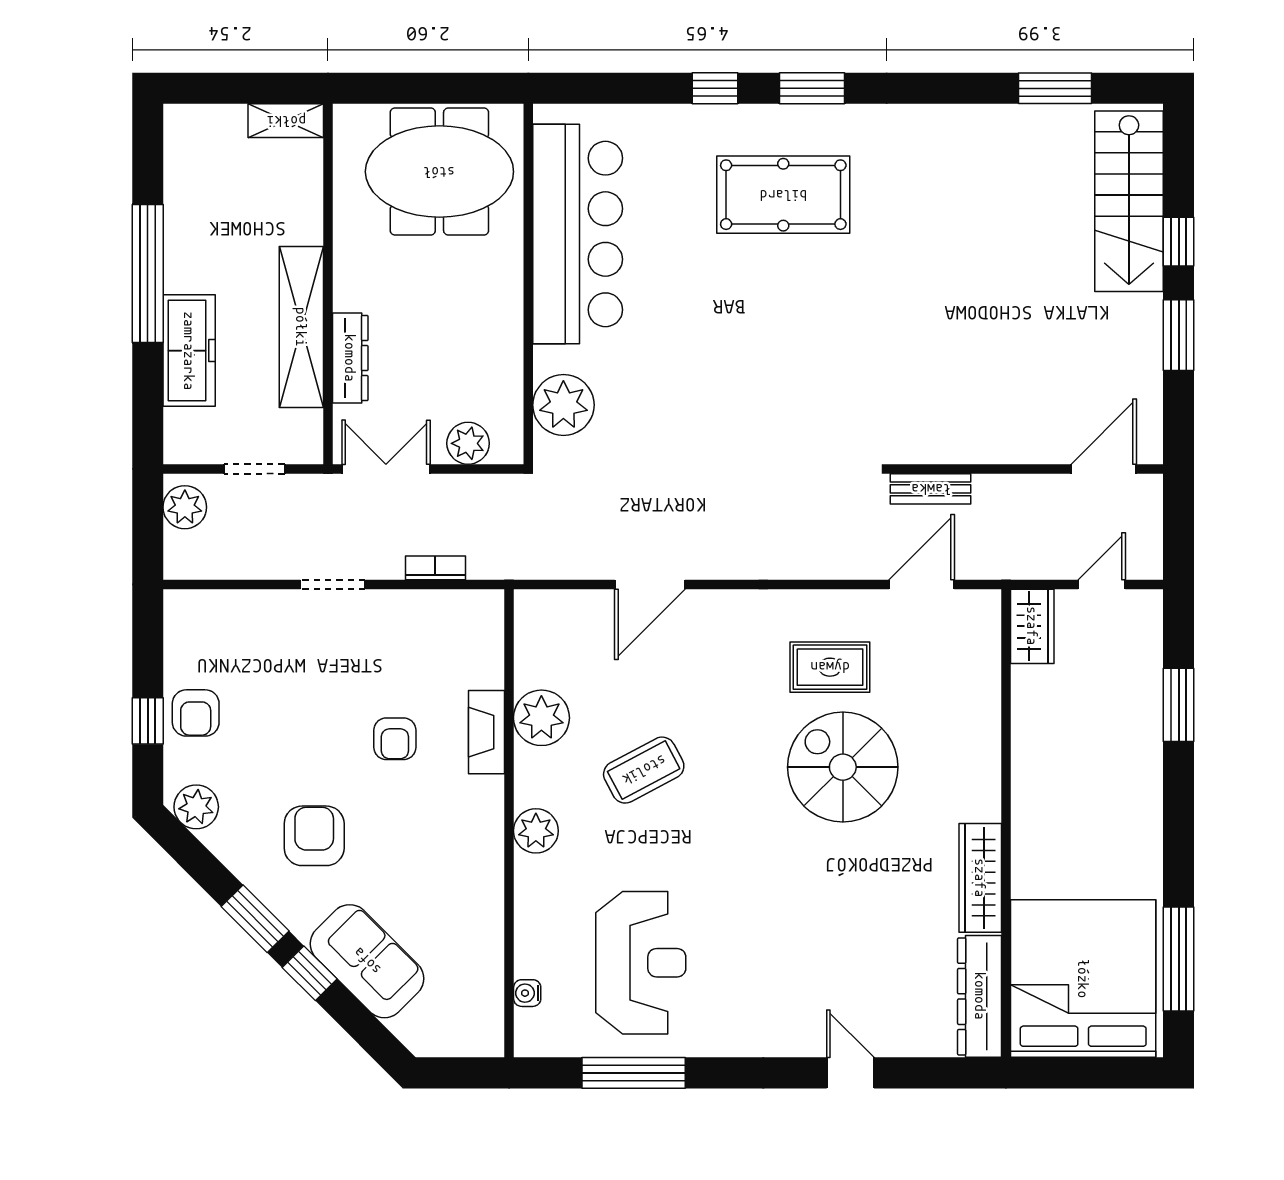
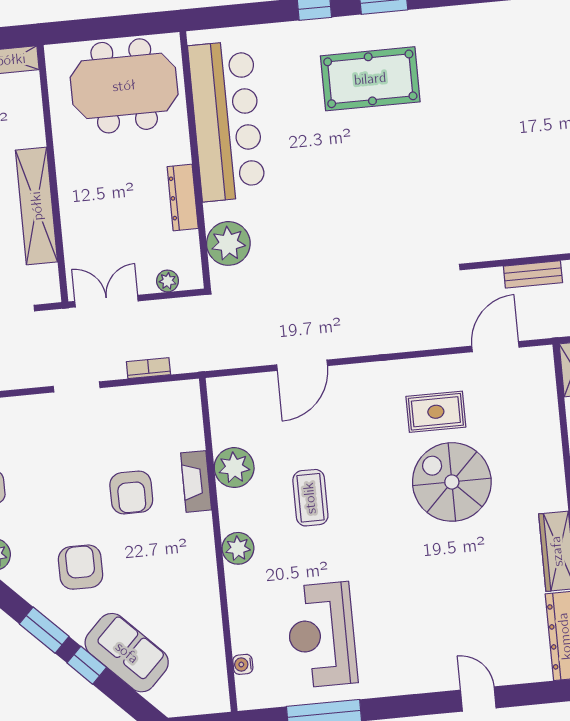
dresser: (350, 358) -> (183, 197), moved, turned 180
plant: (468, 443) -> (168, 281), width x0.73, depth x0.73
bench: (931, 489) -> (533, 274), moved
armchair: (395, 739) -> (131, 492), width x1.38, depth x1.38
coffee table: (644, 770) -> (310, 498), turned -62
reception desk: (641, 963) -> (322, 635), turned 180

